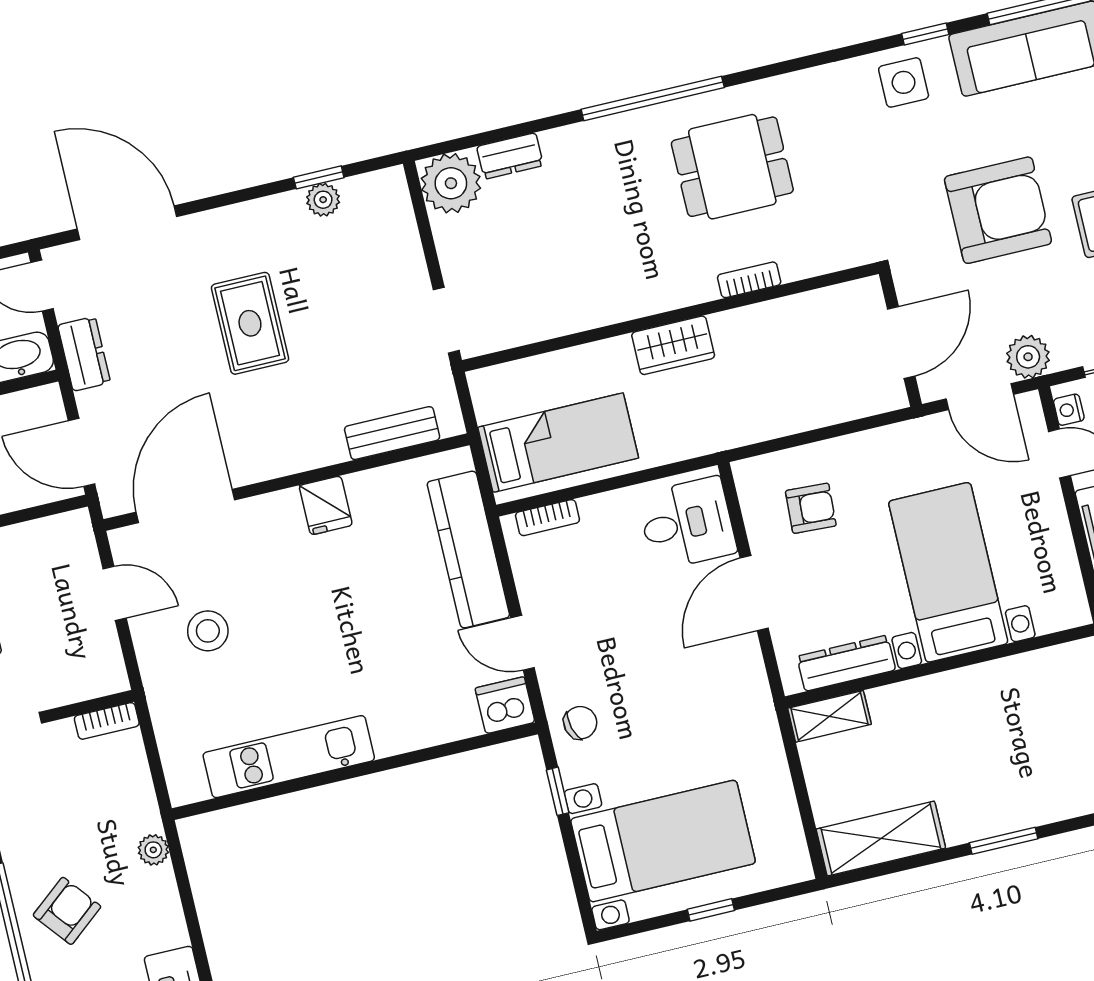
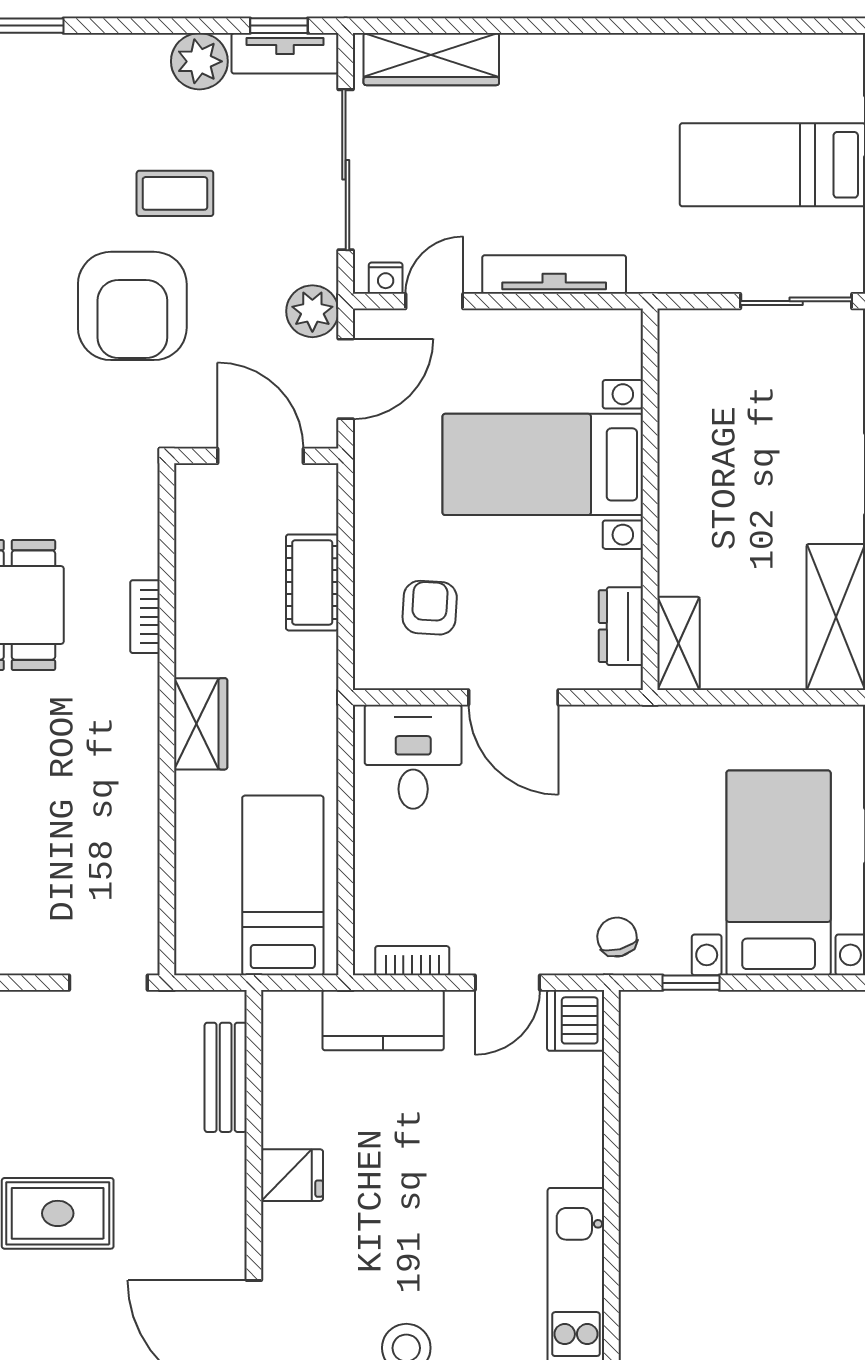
armchair: (998, 210) -> (132, 306), turned 180
cot: (809, 409) -> (312, 582), added
bookcase: (547, 518) -> (412, 961), moved, turned -90
kitchen counter: (468, 550) -> (383, 1020), width x0.67
dresser: (846, 663) -> (621, 626), width x0.70

